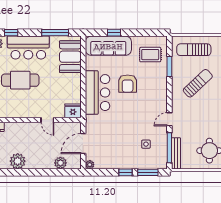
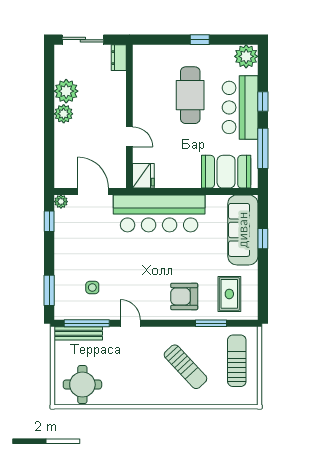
window: (11, 33) -> (263, 101), moved
armchair: (128, 84) -> (184, 296), moved
bar counter: (98, 93) -> (159, 213), width x1.36
door: (47, 120) -> (129, 137), swing flipped
plant: (60, 163) -> (64, 114), moved
window: (126, 172) -> (49, 221), moved

